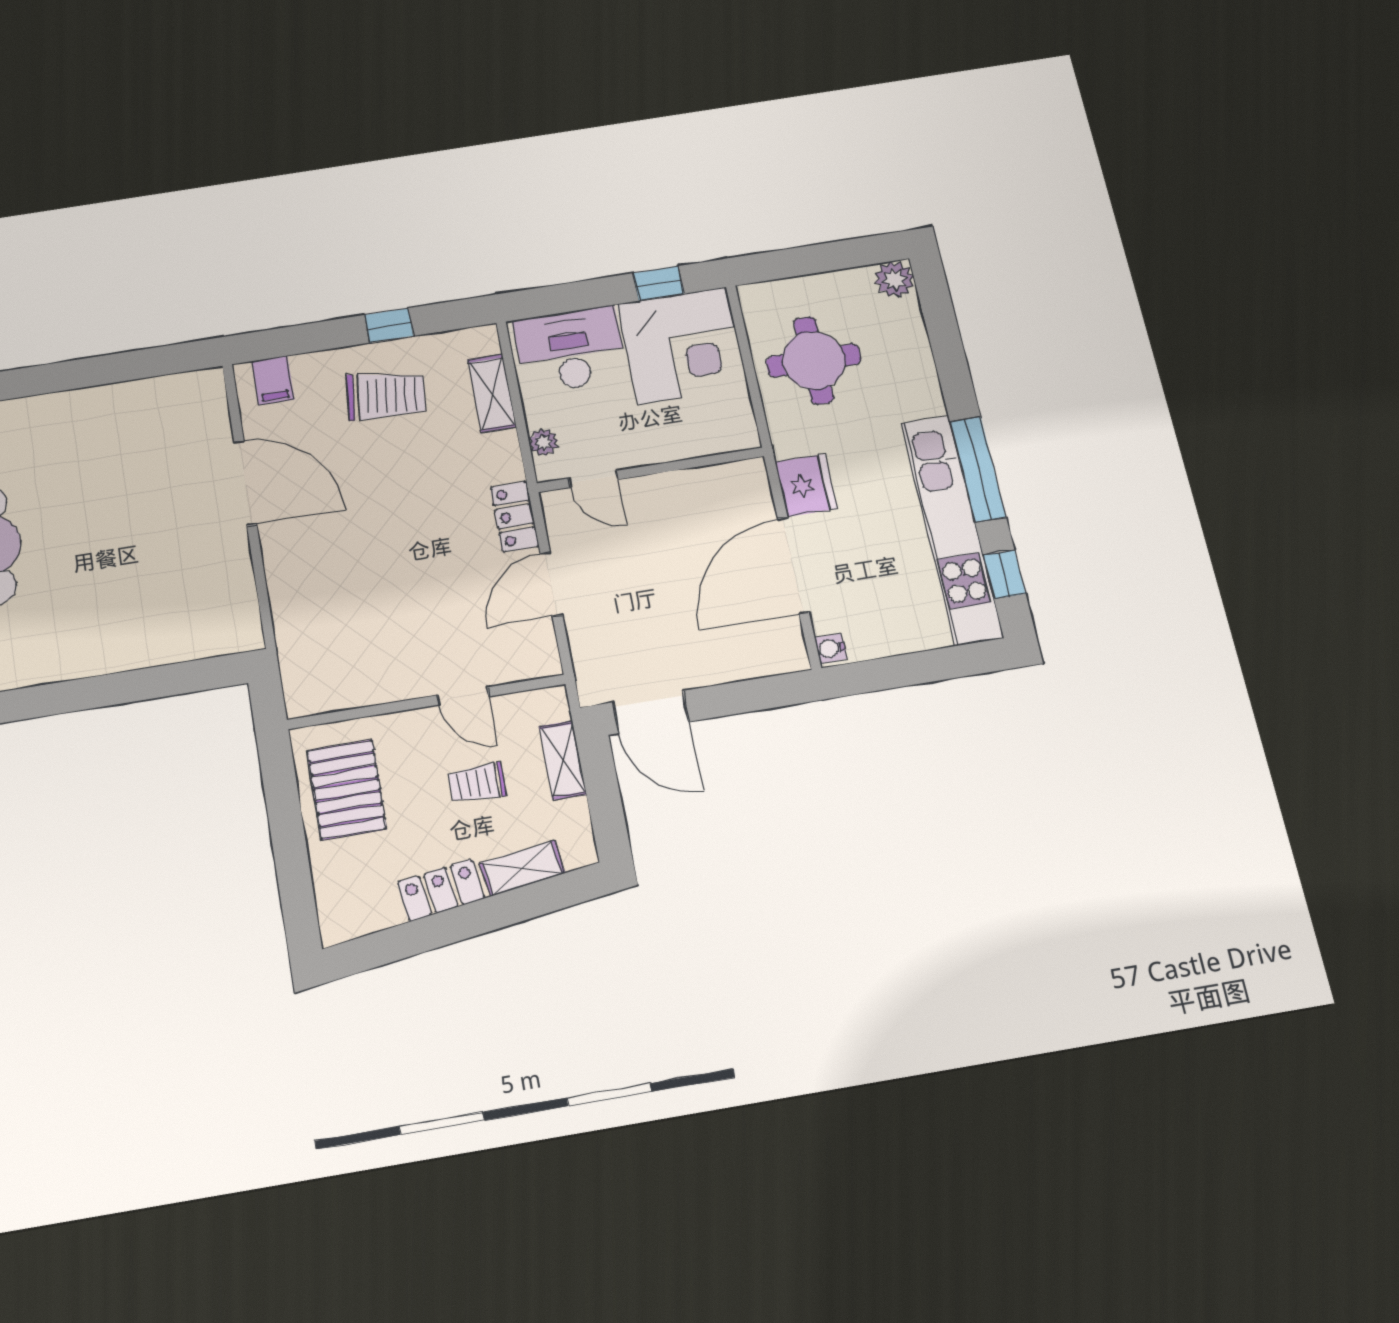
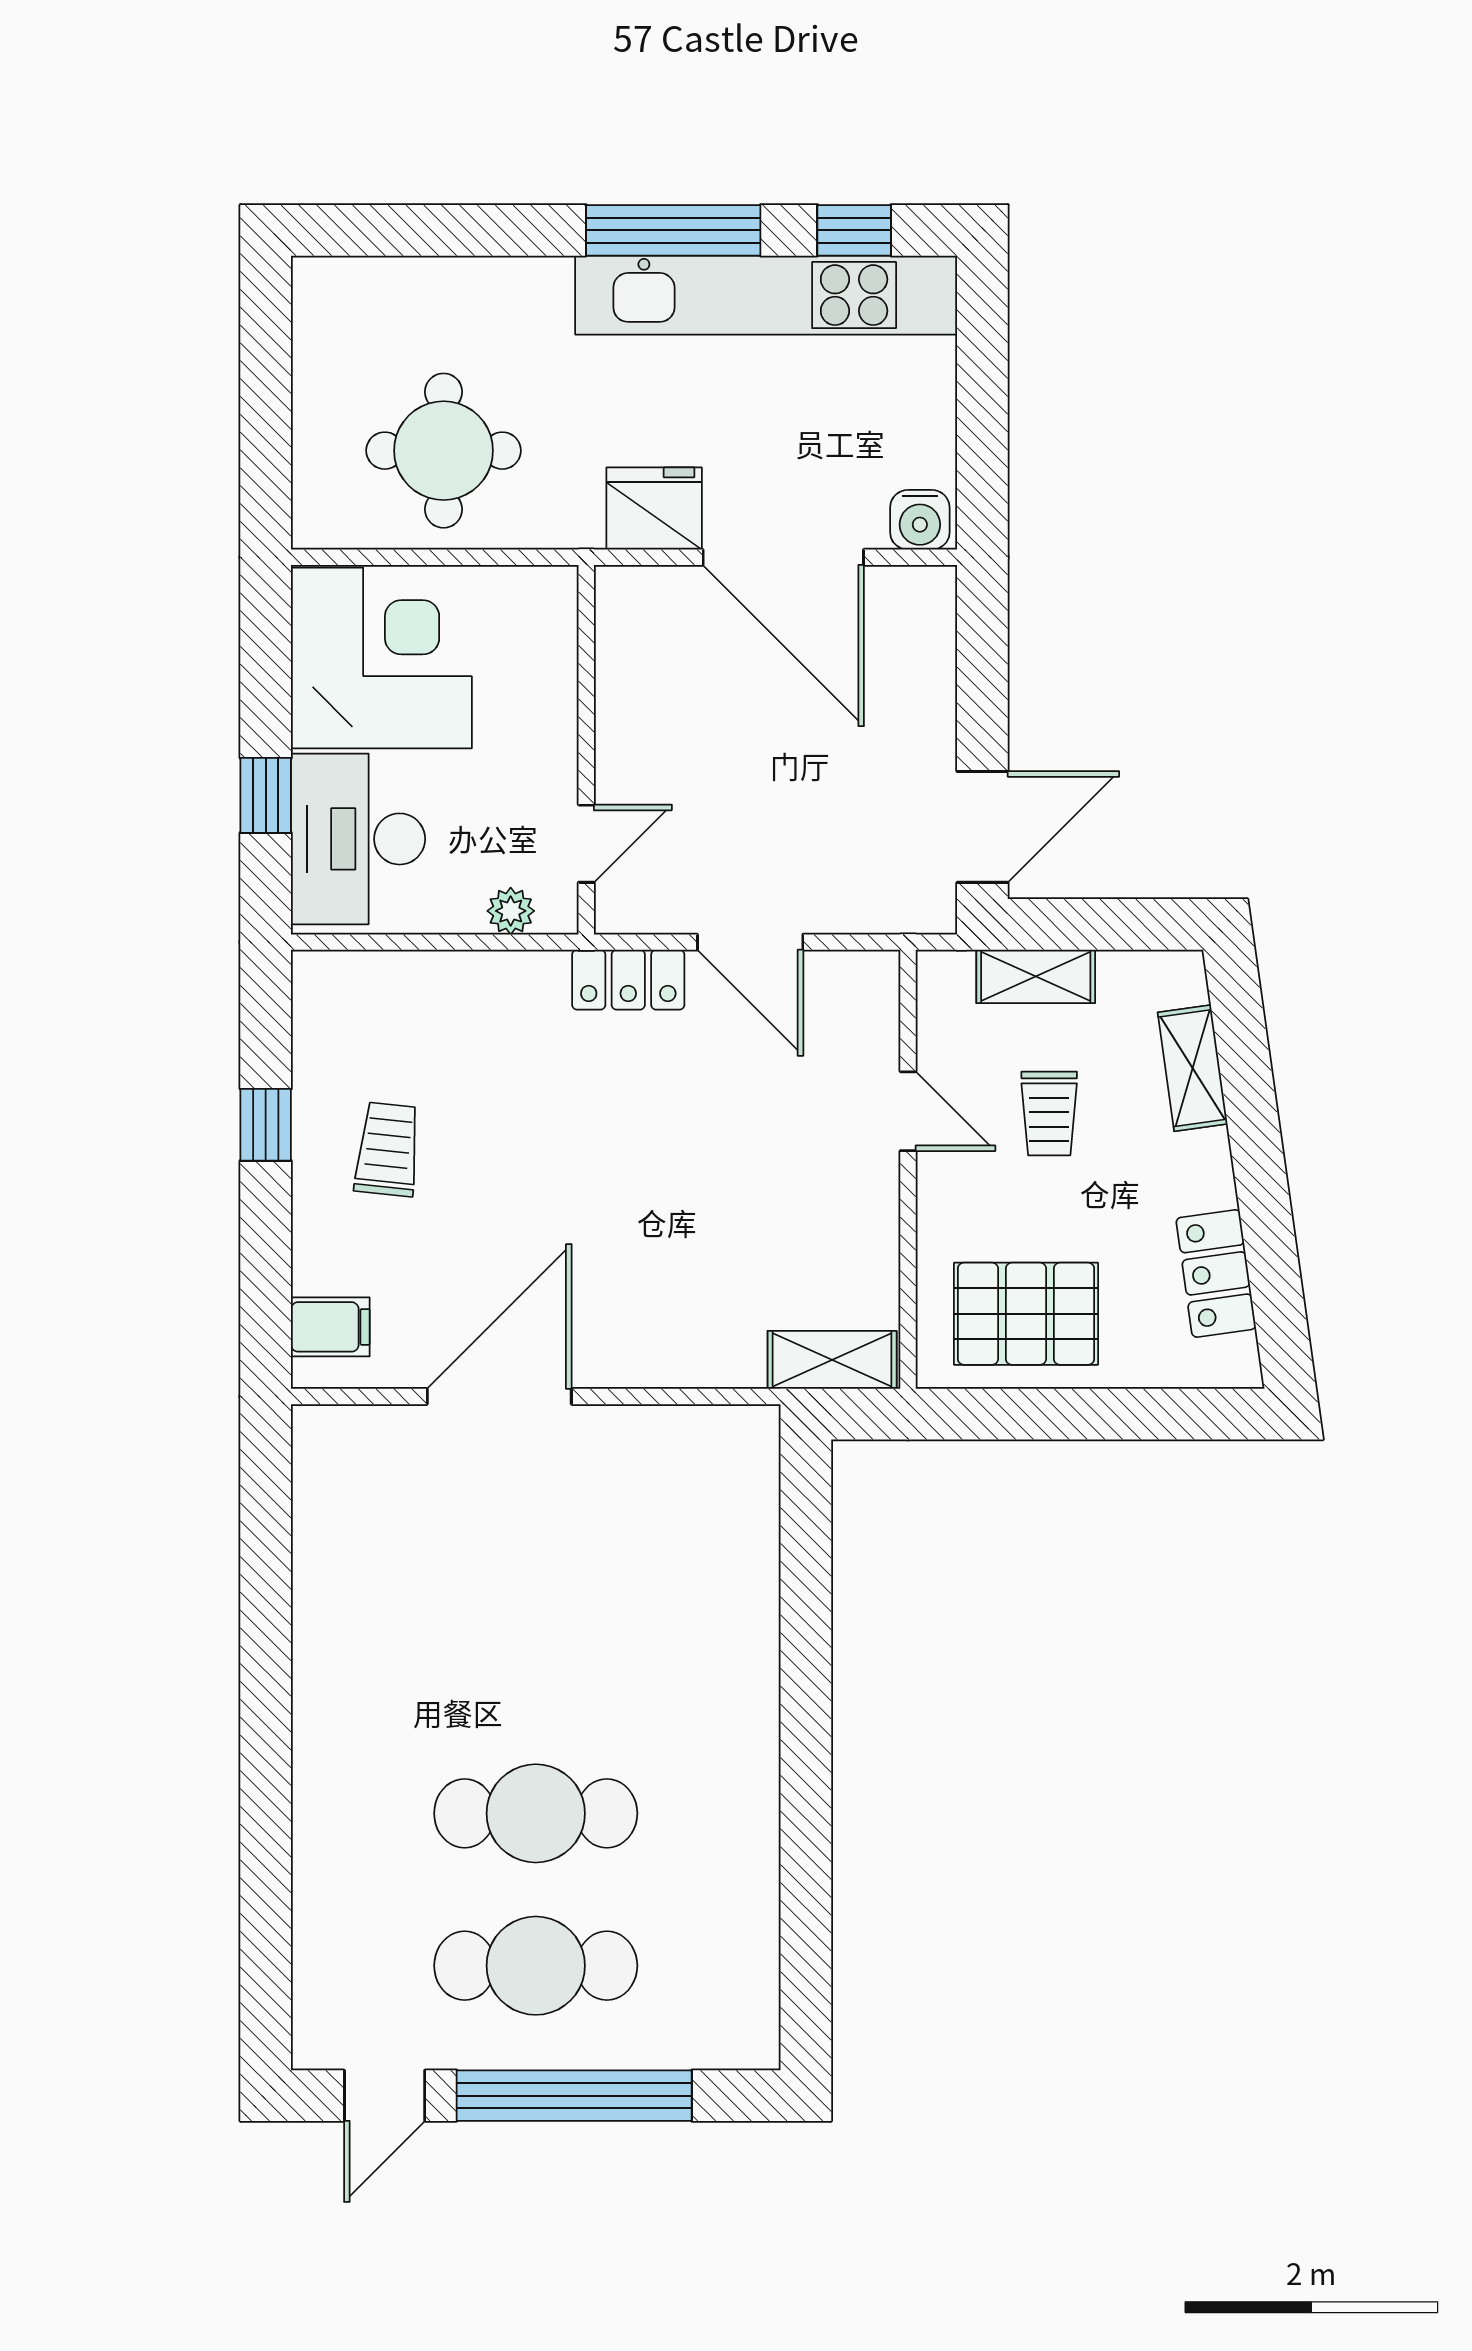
plant: (894, 279) -> (324, 289), removed
window: (658, 283) -> (266, 795), moved
shelving: (492, 393) -> (832, 1360), moved
trolley: (386, 396) -> (388, 1149), width x0.73, depth x0.72
water cooler: (831, 648) -> (920, 520), width x1.38, depth x1.38
door: (463, 696) -> (908, 1111), hinge flipped
locker: (441, 890) -> (1216, 1273), moved

